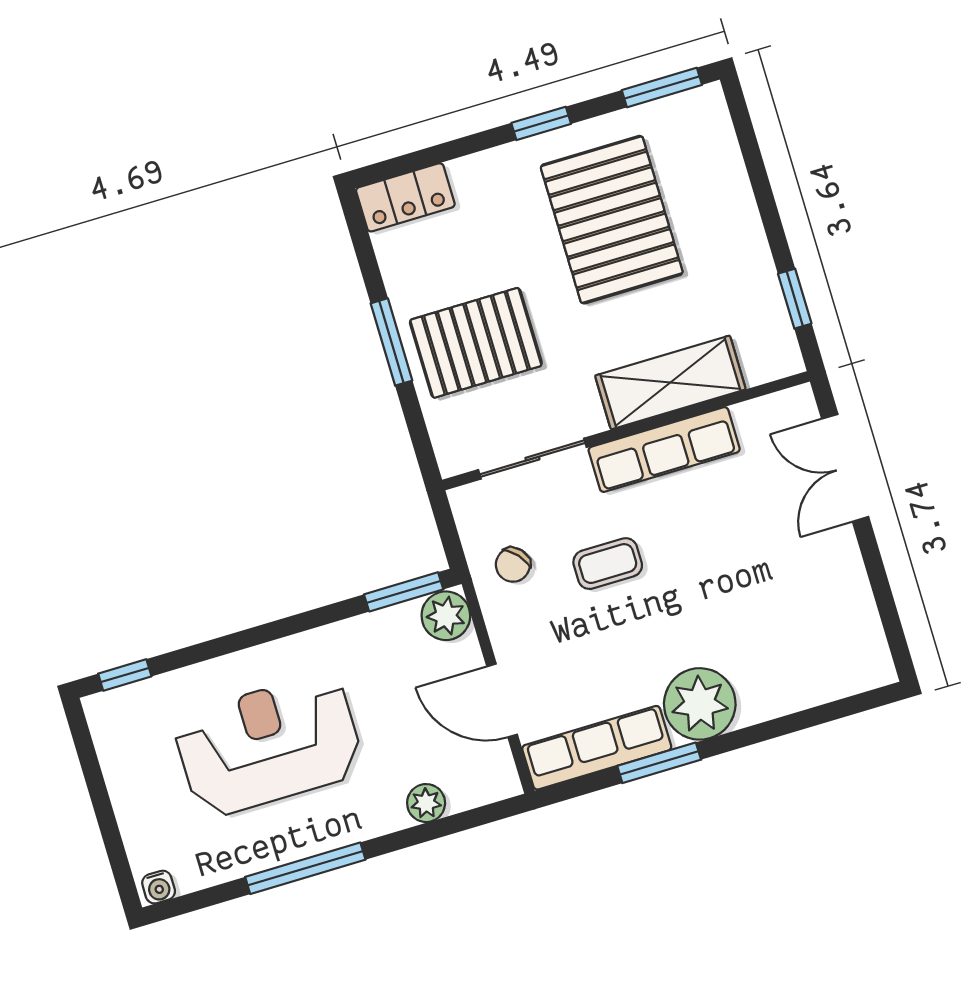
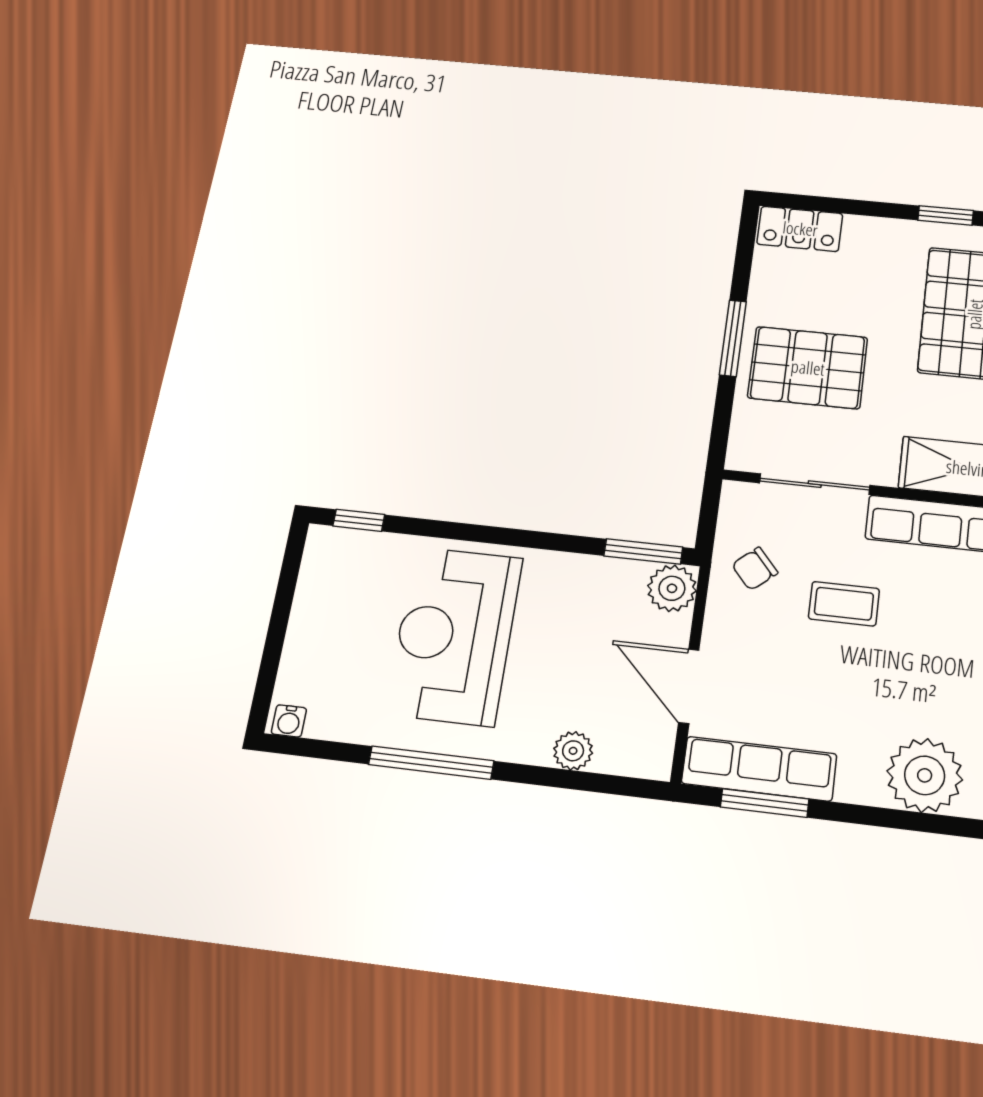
plant: (700, 704) -> (925, 775), moved
reception desk: (269, 745) -> (454, 635), turned -90
window: (659, 763) -> (765, 803), moved

